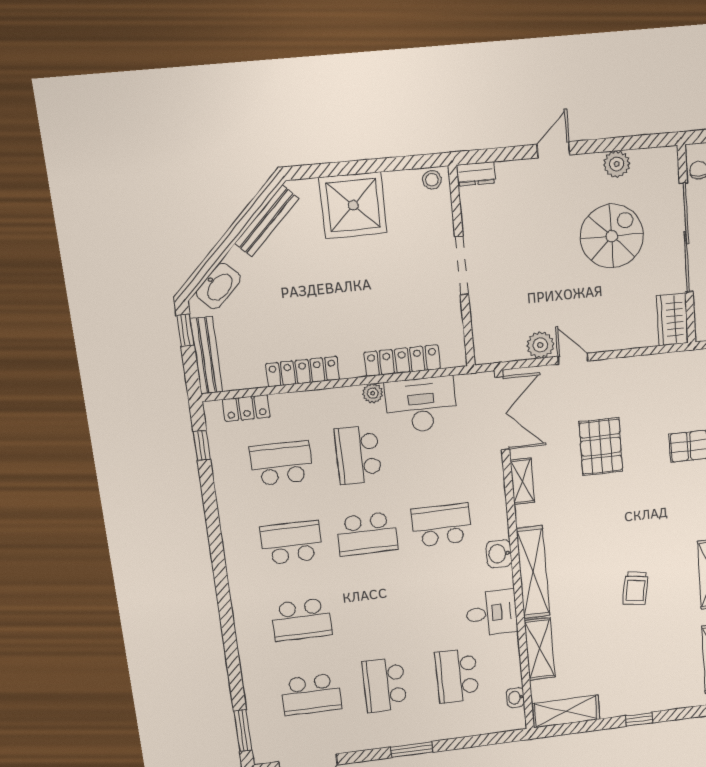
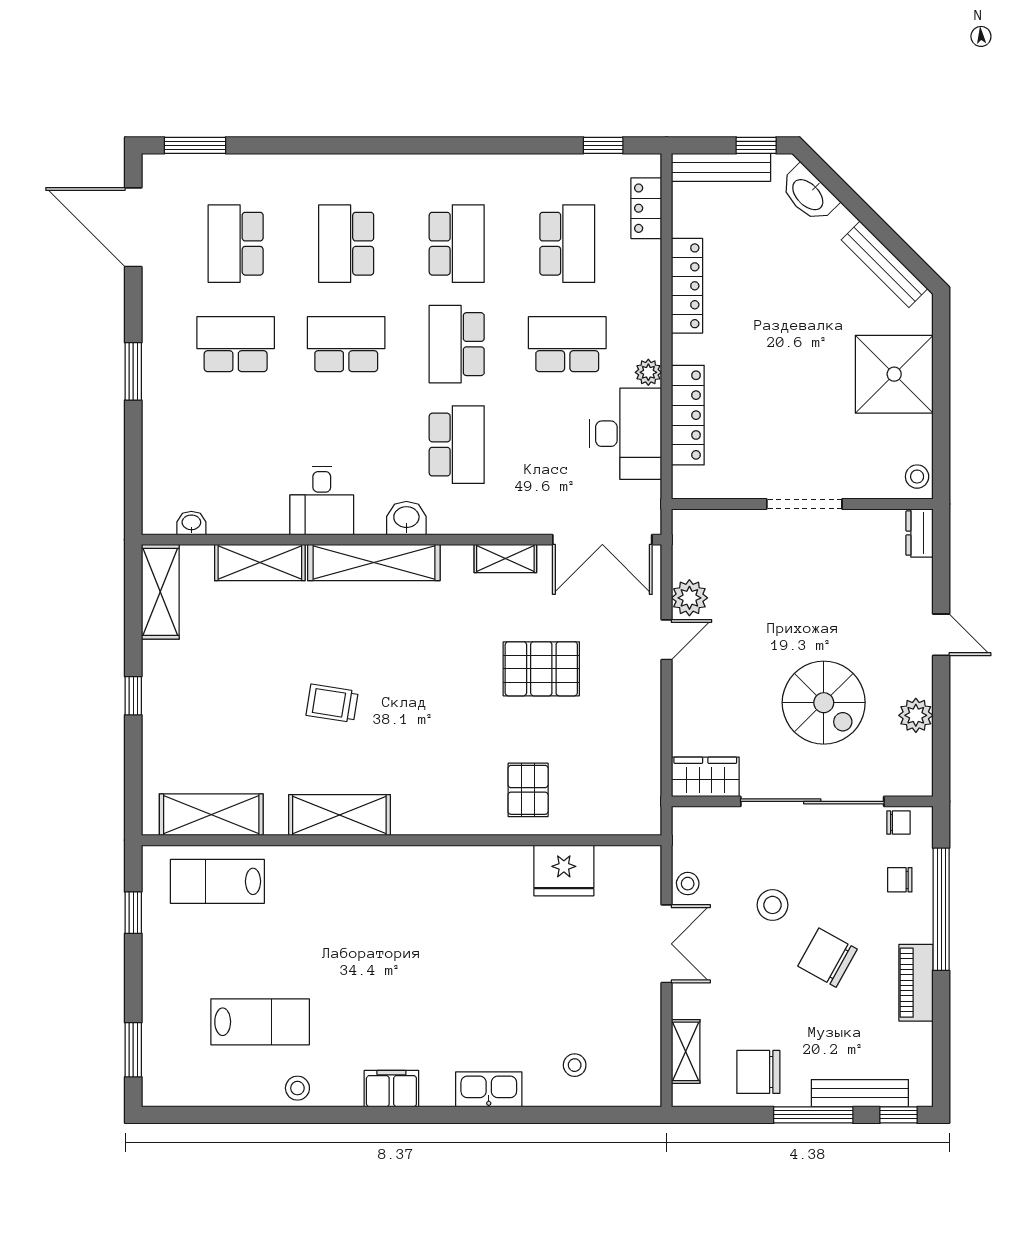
school desk: (457, 676) -> (346, 344), moved

